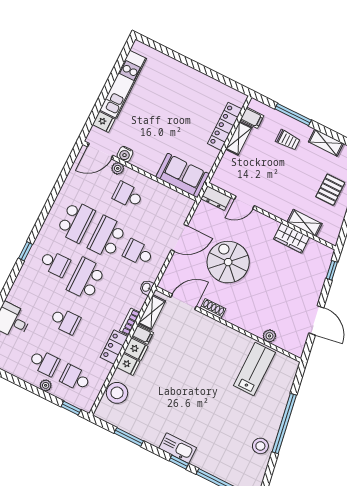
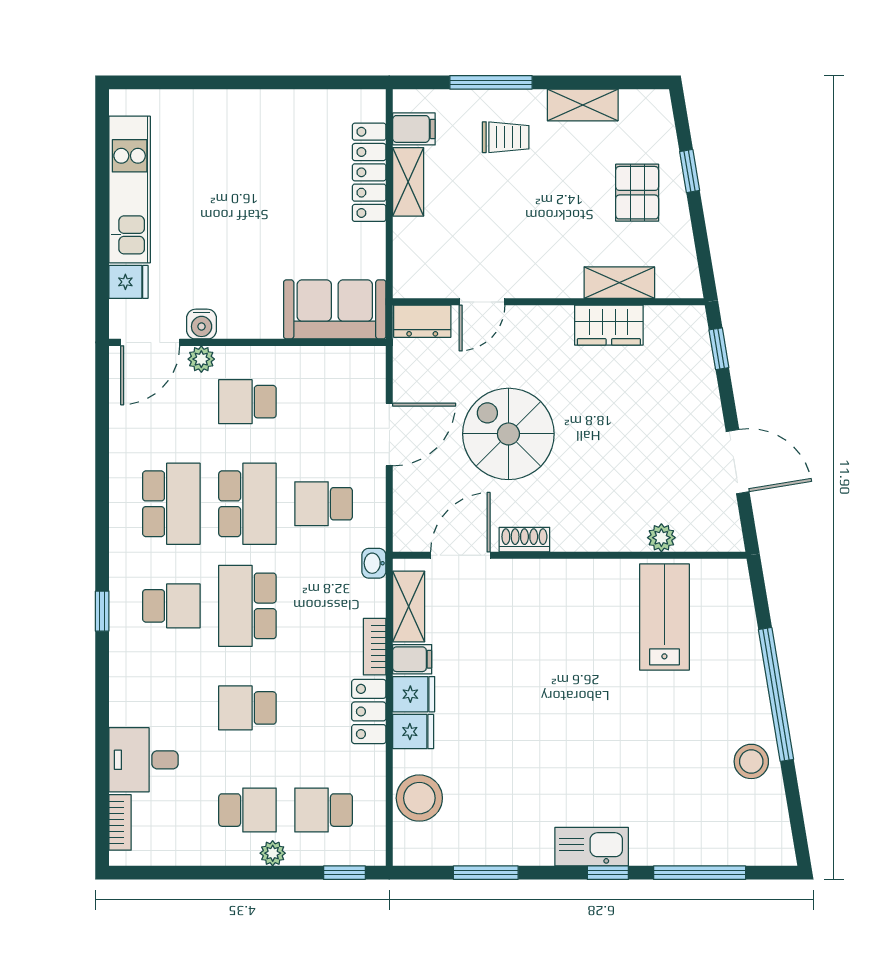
school desk: (107, 237) -> (247, 504), turned 180
school desk: (65, 321) -> (247, 708), turned 180

